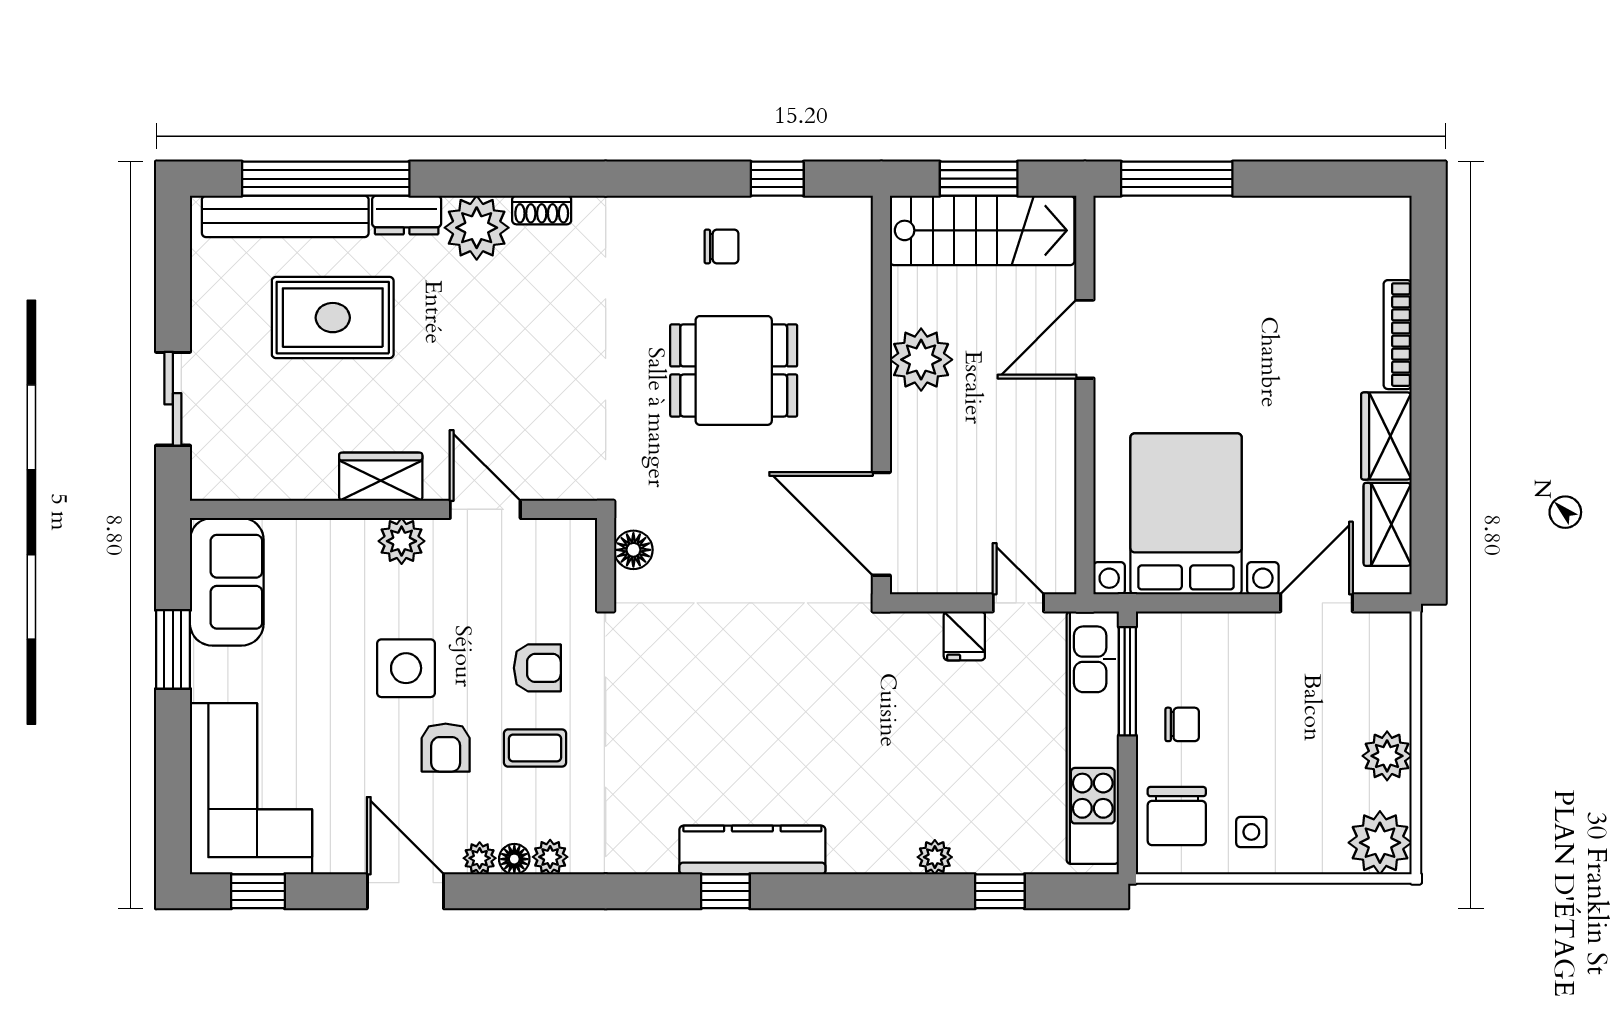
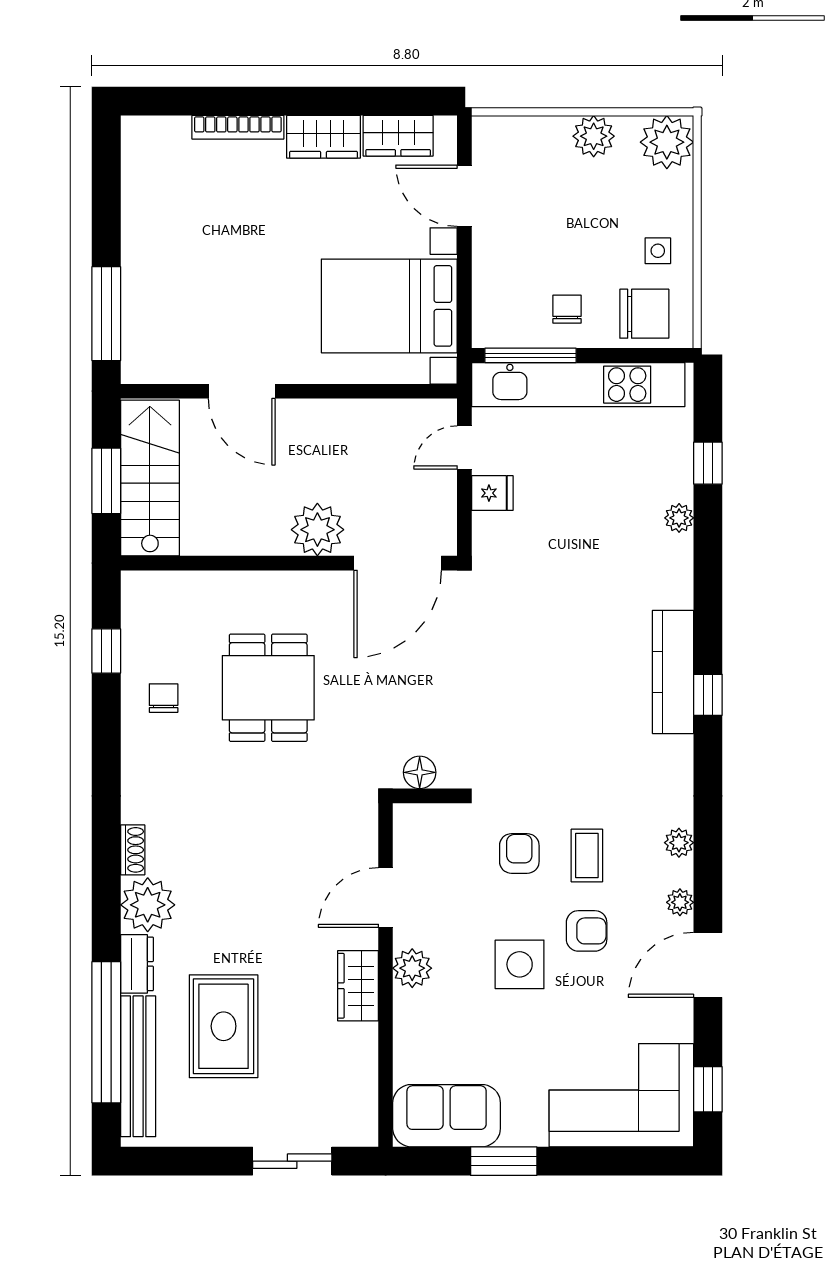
plant: (921, 360) -> (317, 530), moved
floor lamp: (514, 859) -> (681, 873), removed

